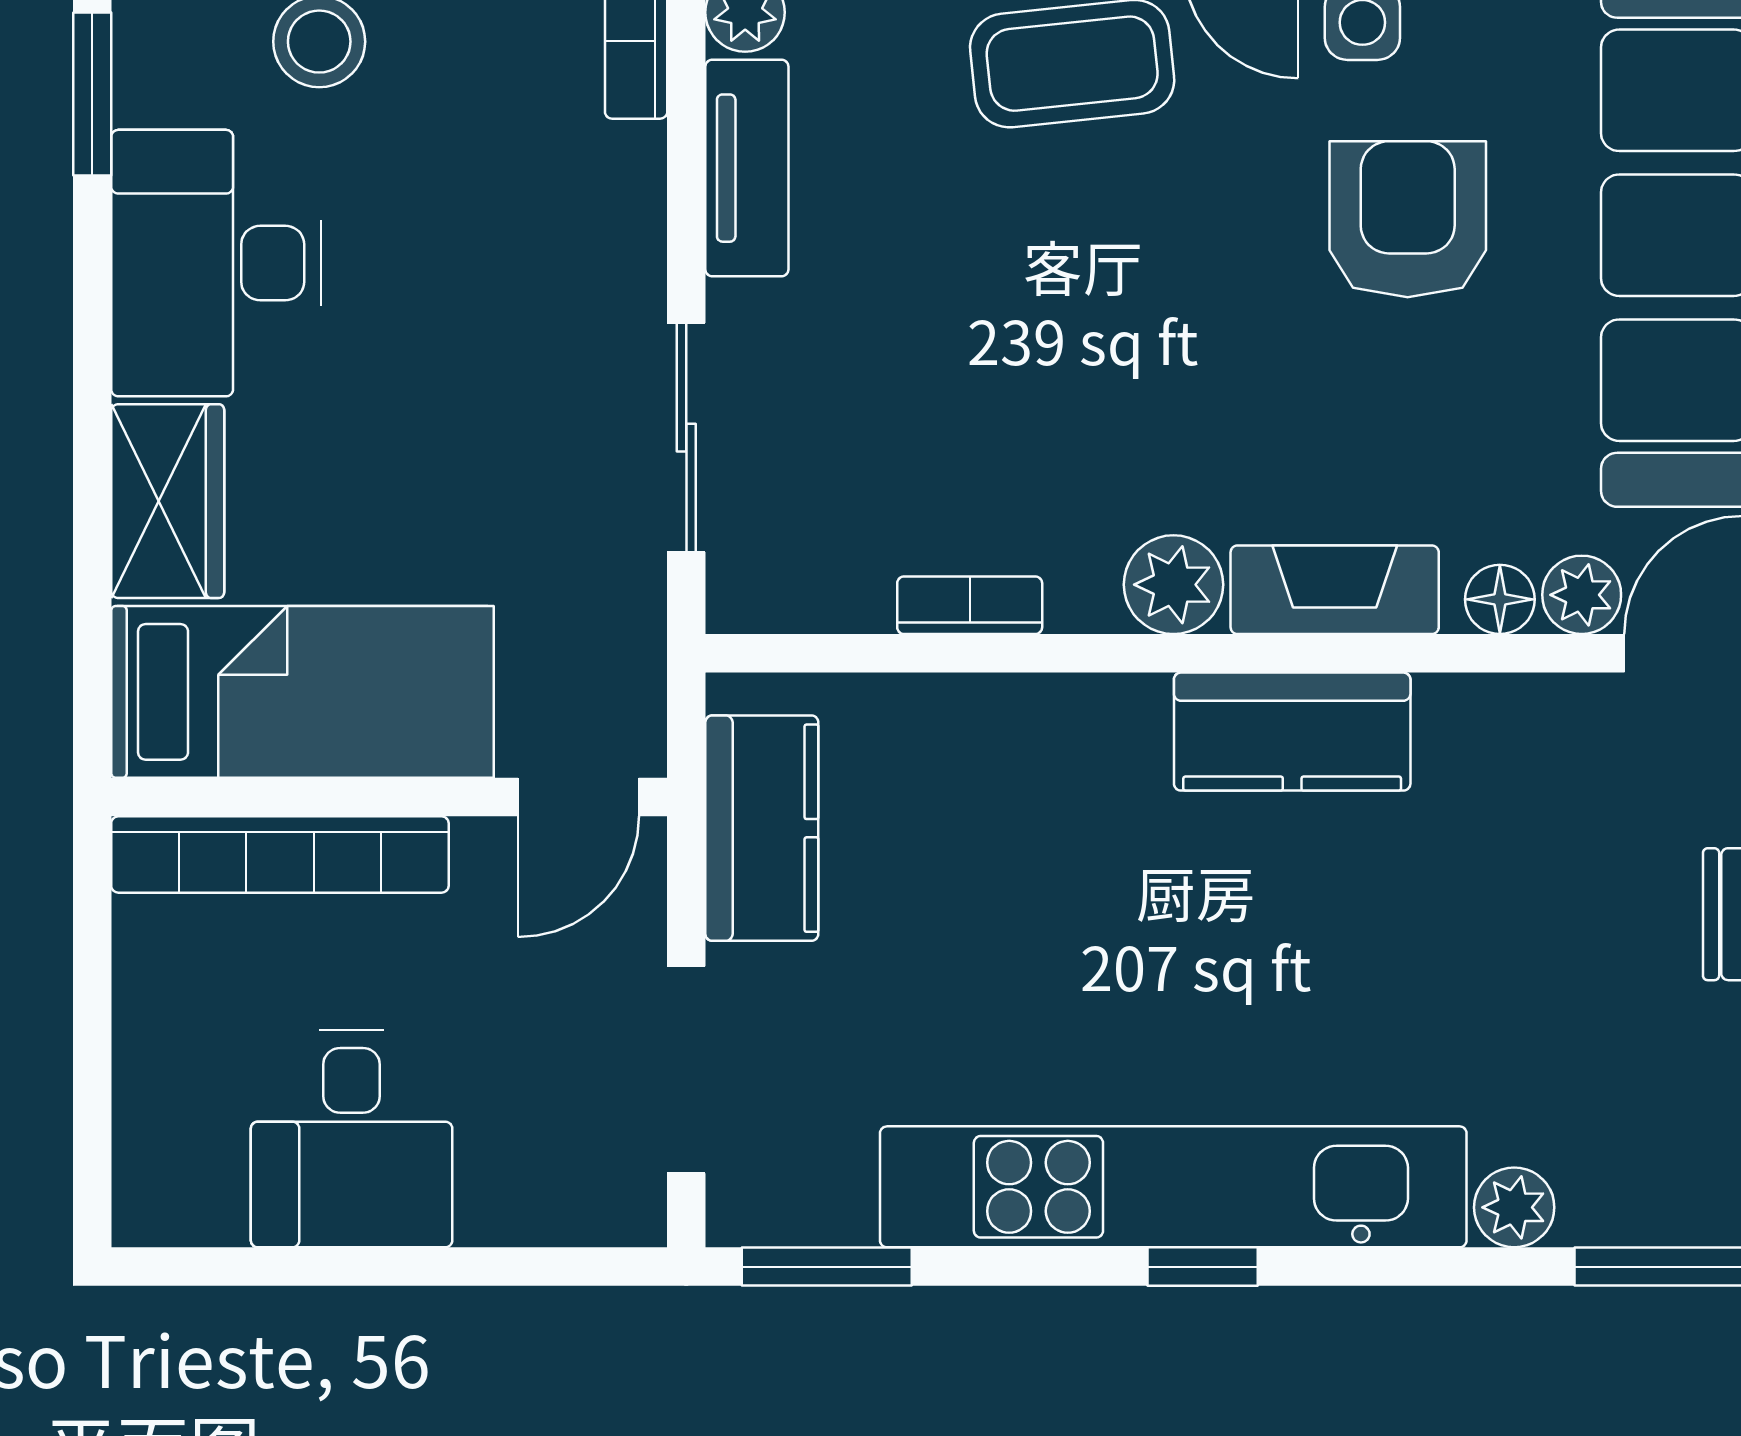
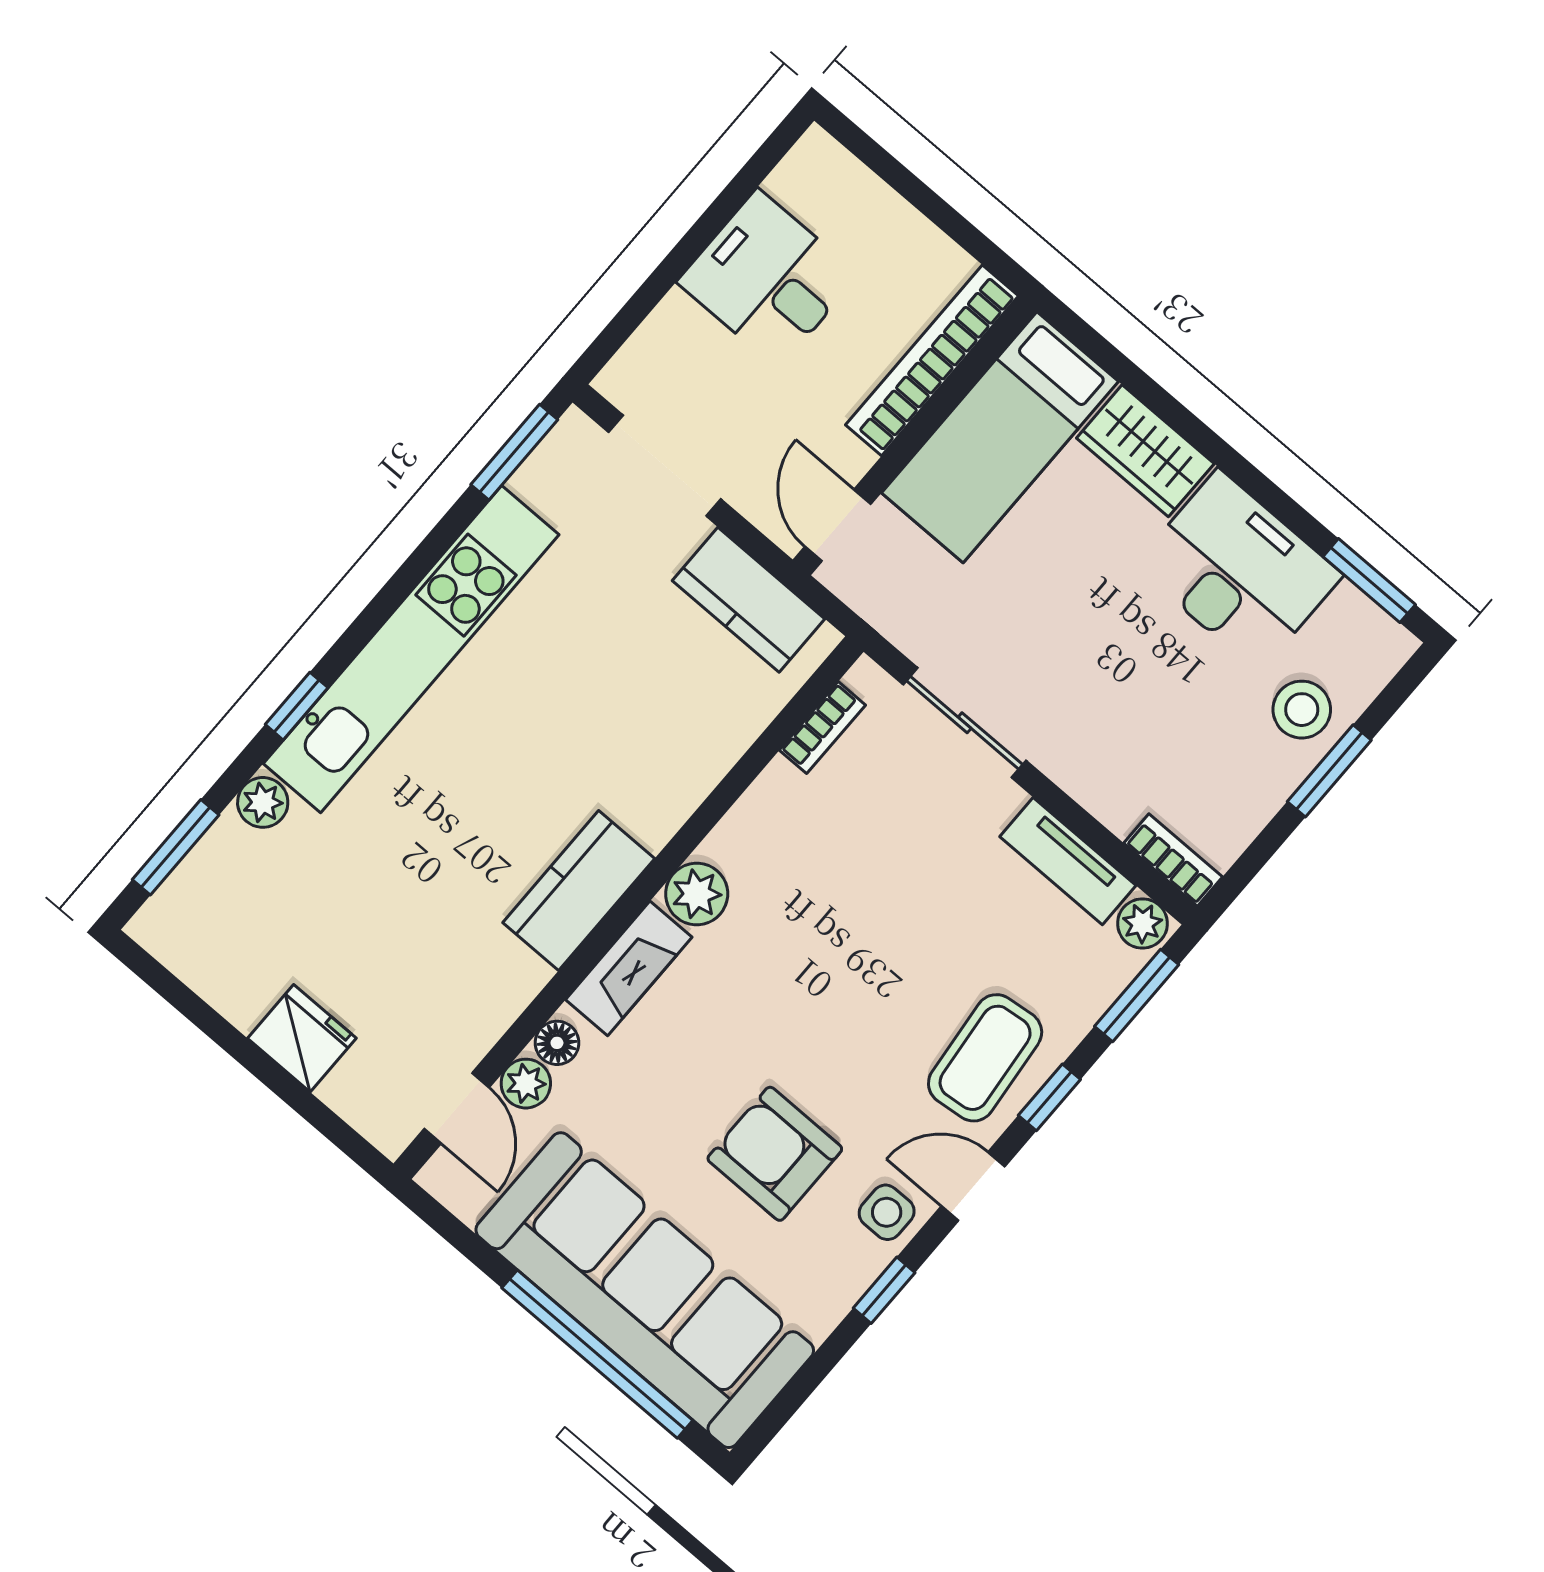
armchair: (1408, 219) -> (775, 1154), turned 180
bookcase: (970, 605) -> (822, 728), moved
window: (1203, 1267) -> (297, 706), moved

